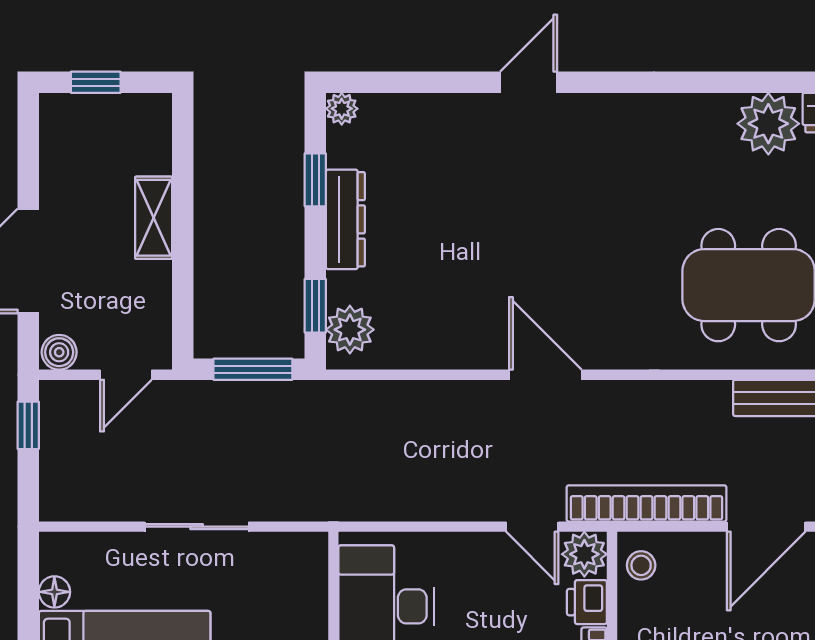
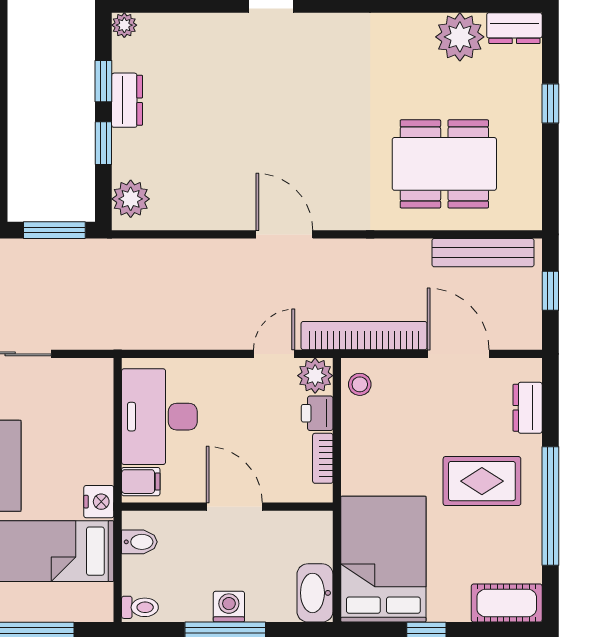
dresser: (345, 219) -> (127, 100), width x0.70
window: (315, 306) -> (103, 143), moved
door: (532, 527) -> (274, 354), swing flipped
door: (766, 527) -> (458, 354), swing flipped

